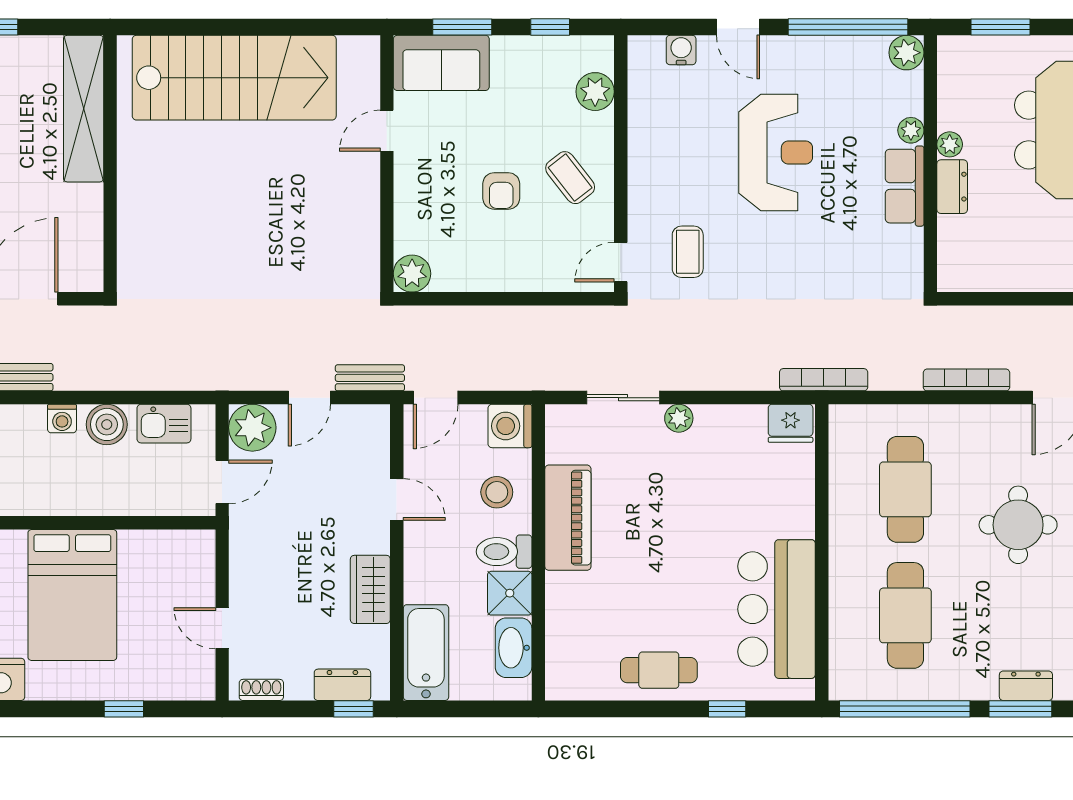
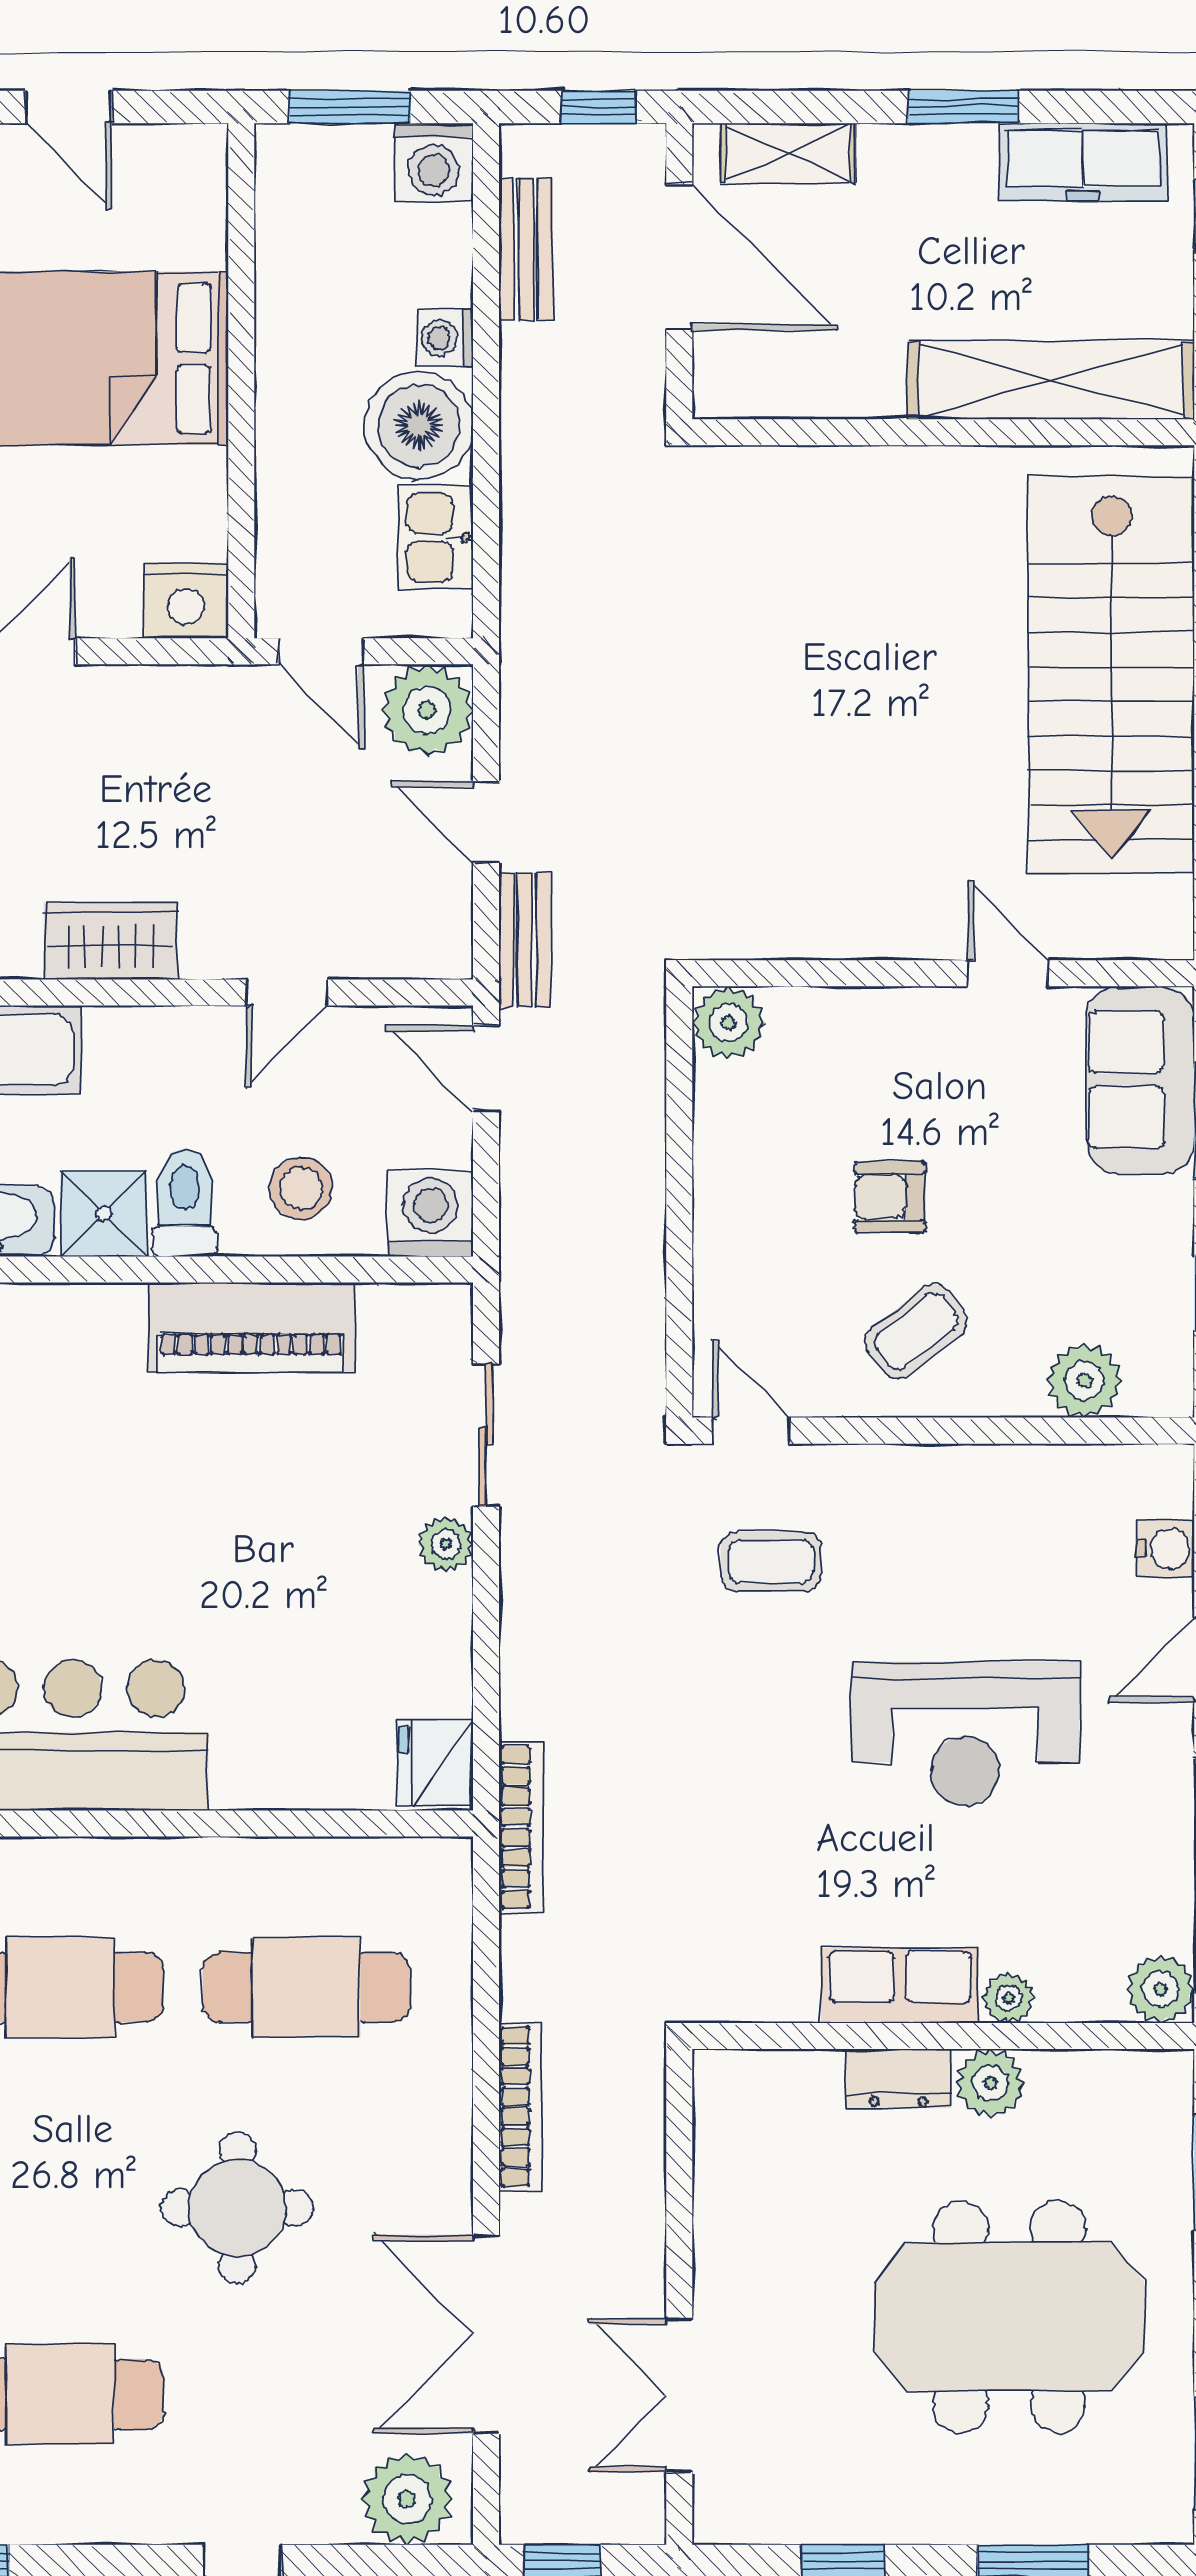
plant: (950, 144) -> (990, 2083), width x1.38, depth x1.38
boiler: (107, 424) -> (419, 426), width x1.37, depth x1.37
nightstand: (196, 551) -> (186, 600), added

